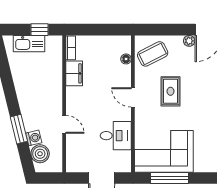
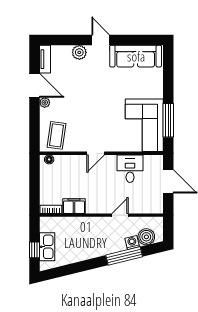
window: (40, 30) -> (35, 250), moved
coffee table: (153, 54) -> (57, 135), turned 35
floor lamp: (126, 59) -> (49, 159), moved
rug: (170, 91) -> (90, 119), removed
window: (19, 129) -> (124, 256), width x1.44

